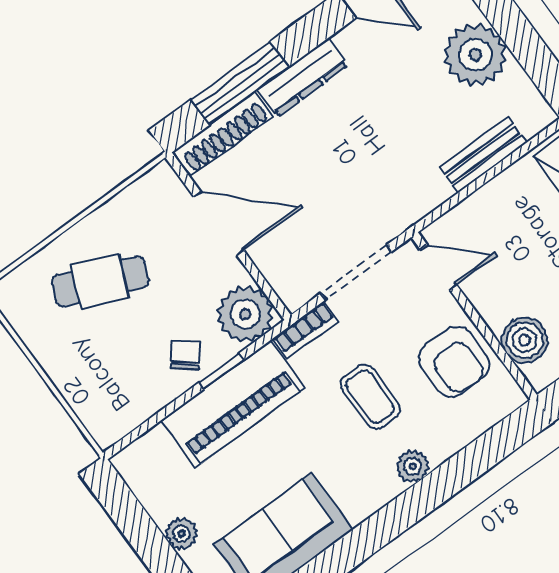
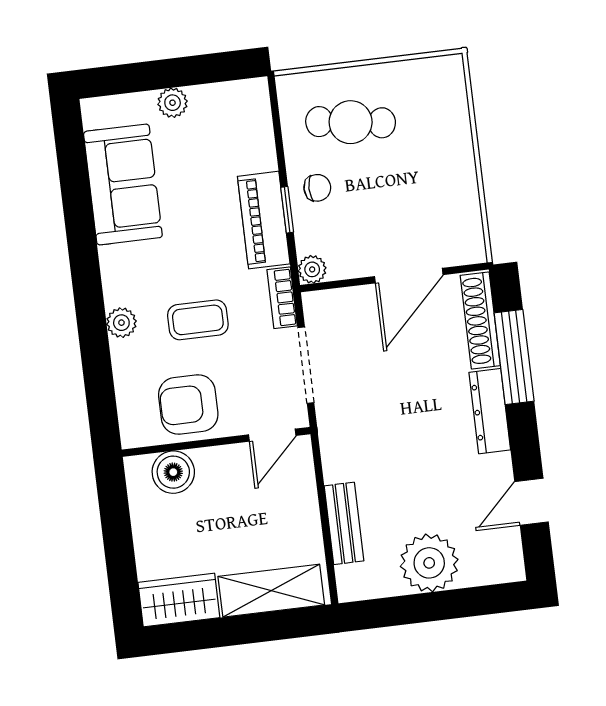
cafe table: (100, 281) -> (351, 122), moved, turned 75
plant: (245, 314) -> (312, 269), width x0.53, depth x0.53
chair: (185, 355) -> (317, 188), turned -40
piano: (233, 404) -> (264, 220), width x0.73, depth x0.75

